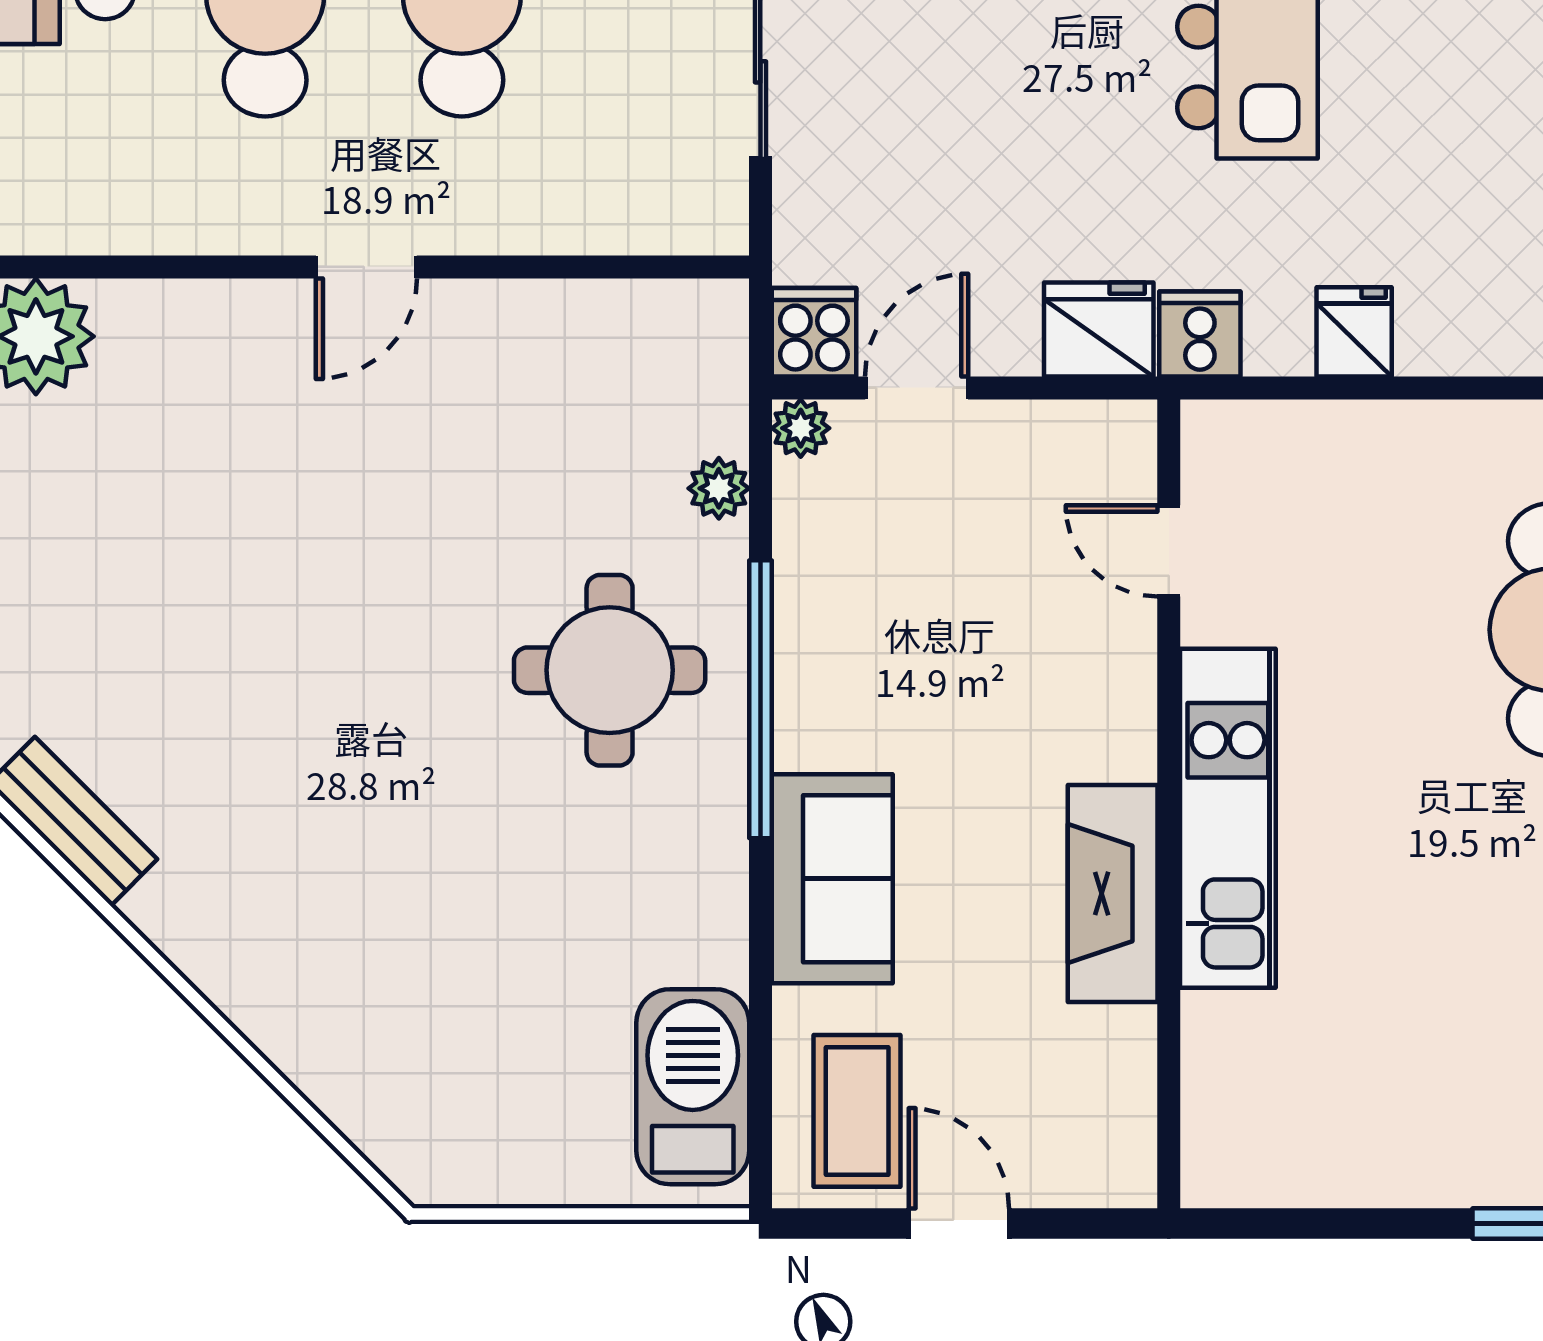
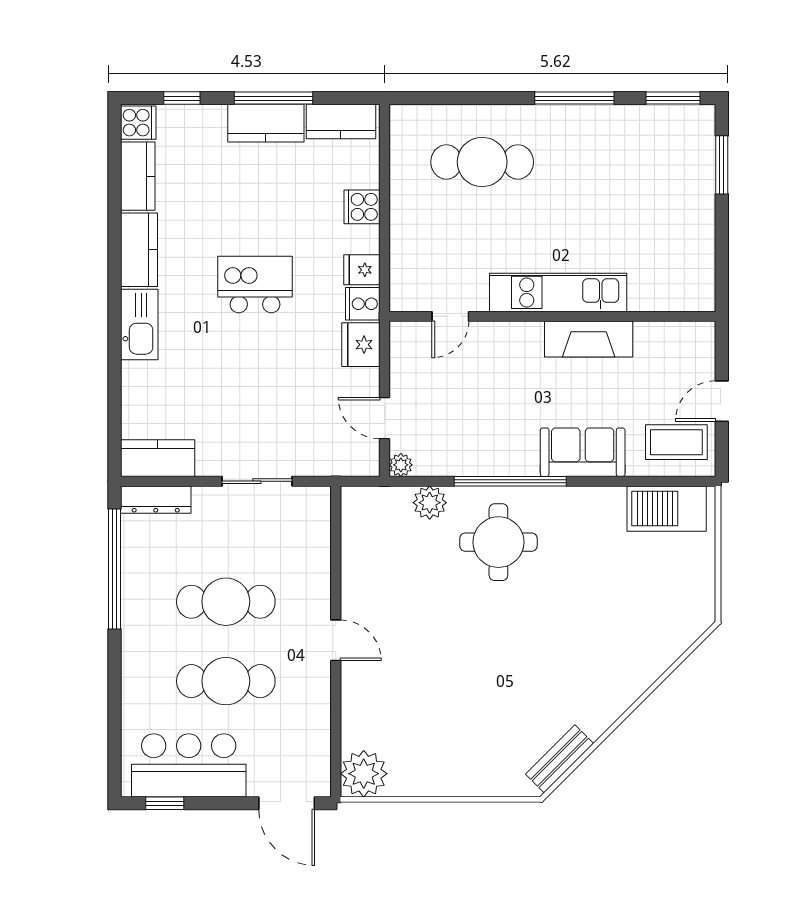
cooker: (814, 332) -> (362, 207), moved
fridge: (1354, 332) -> (362, 270), moved
plant: (719, 488) -> (430, 503), width x1.38, depth x1.38

